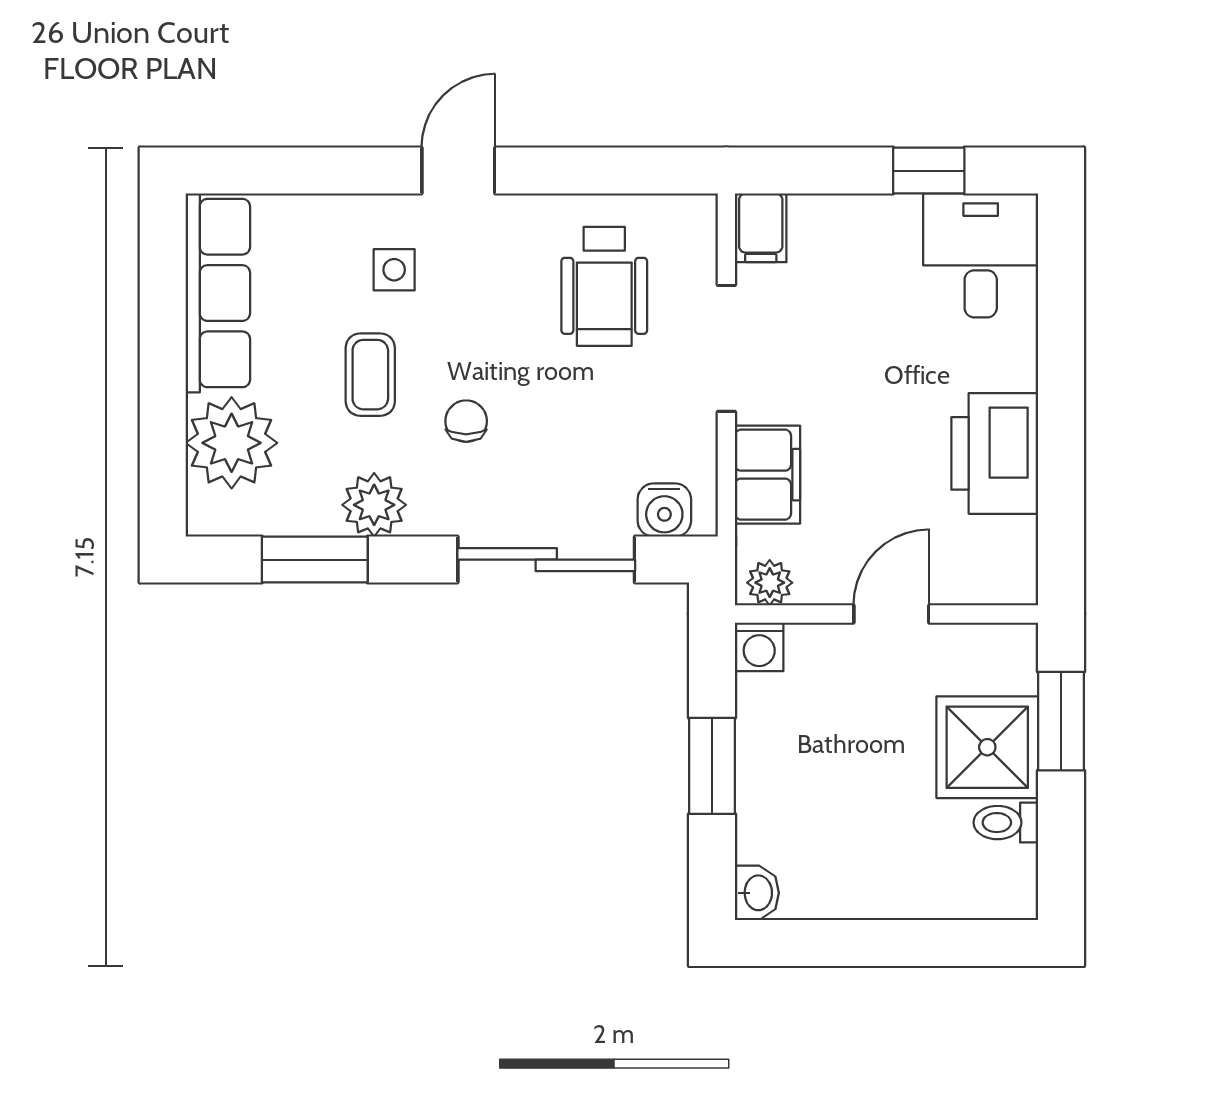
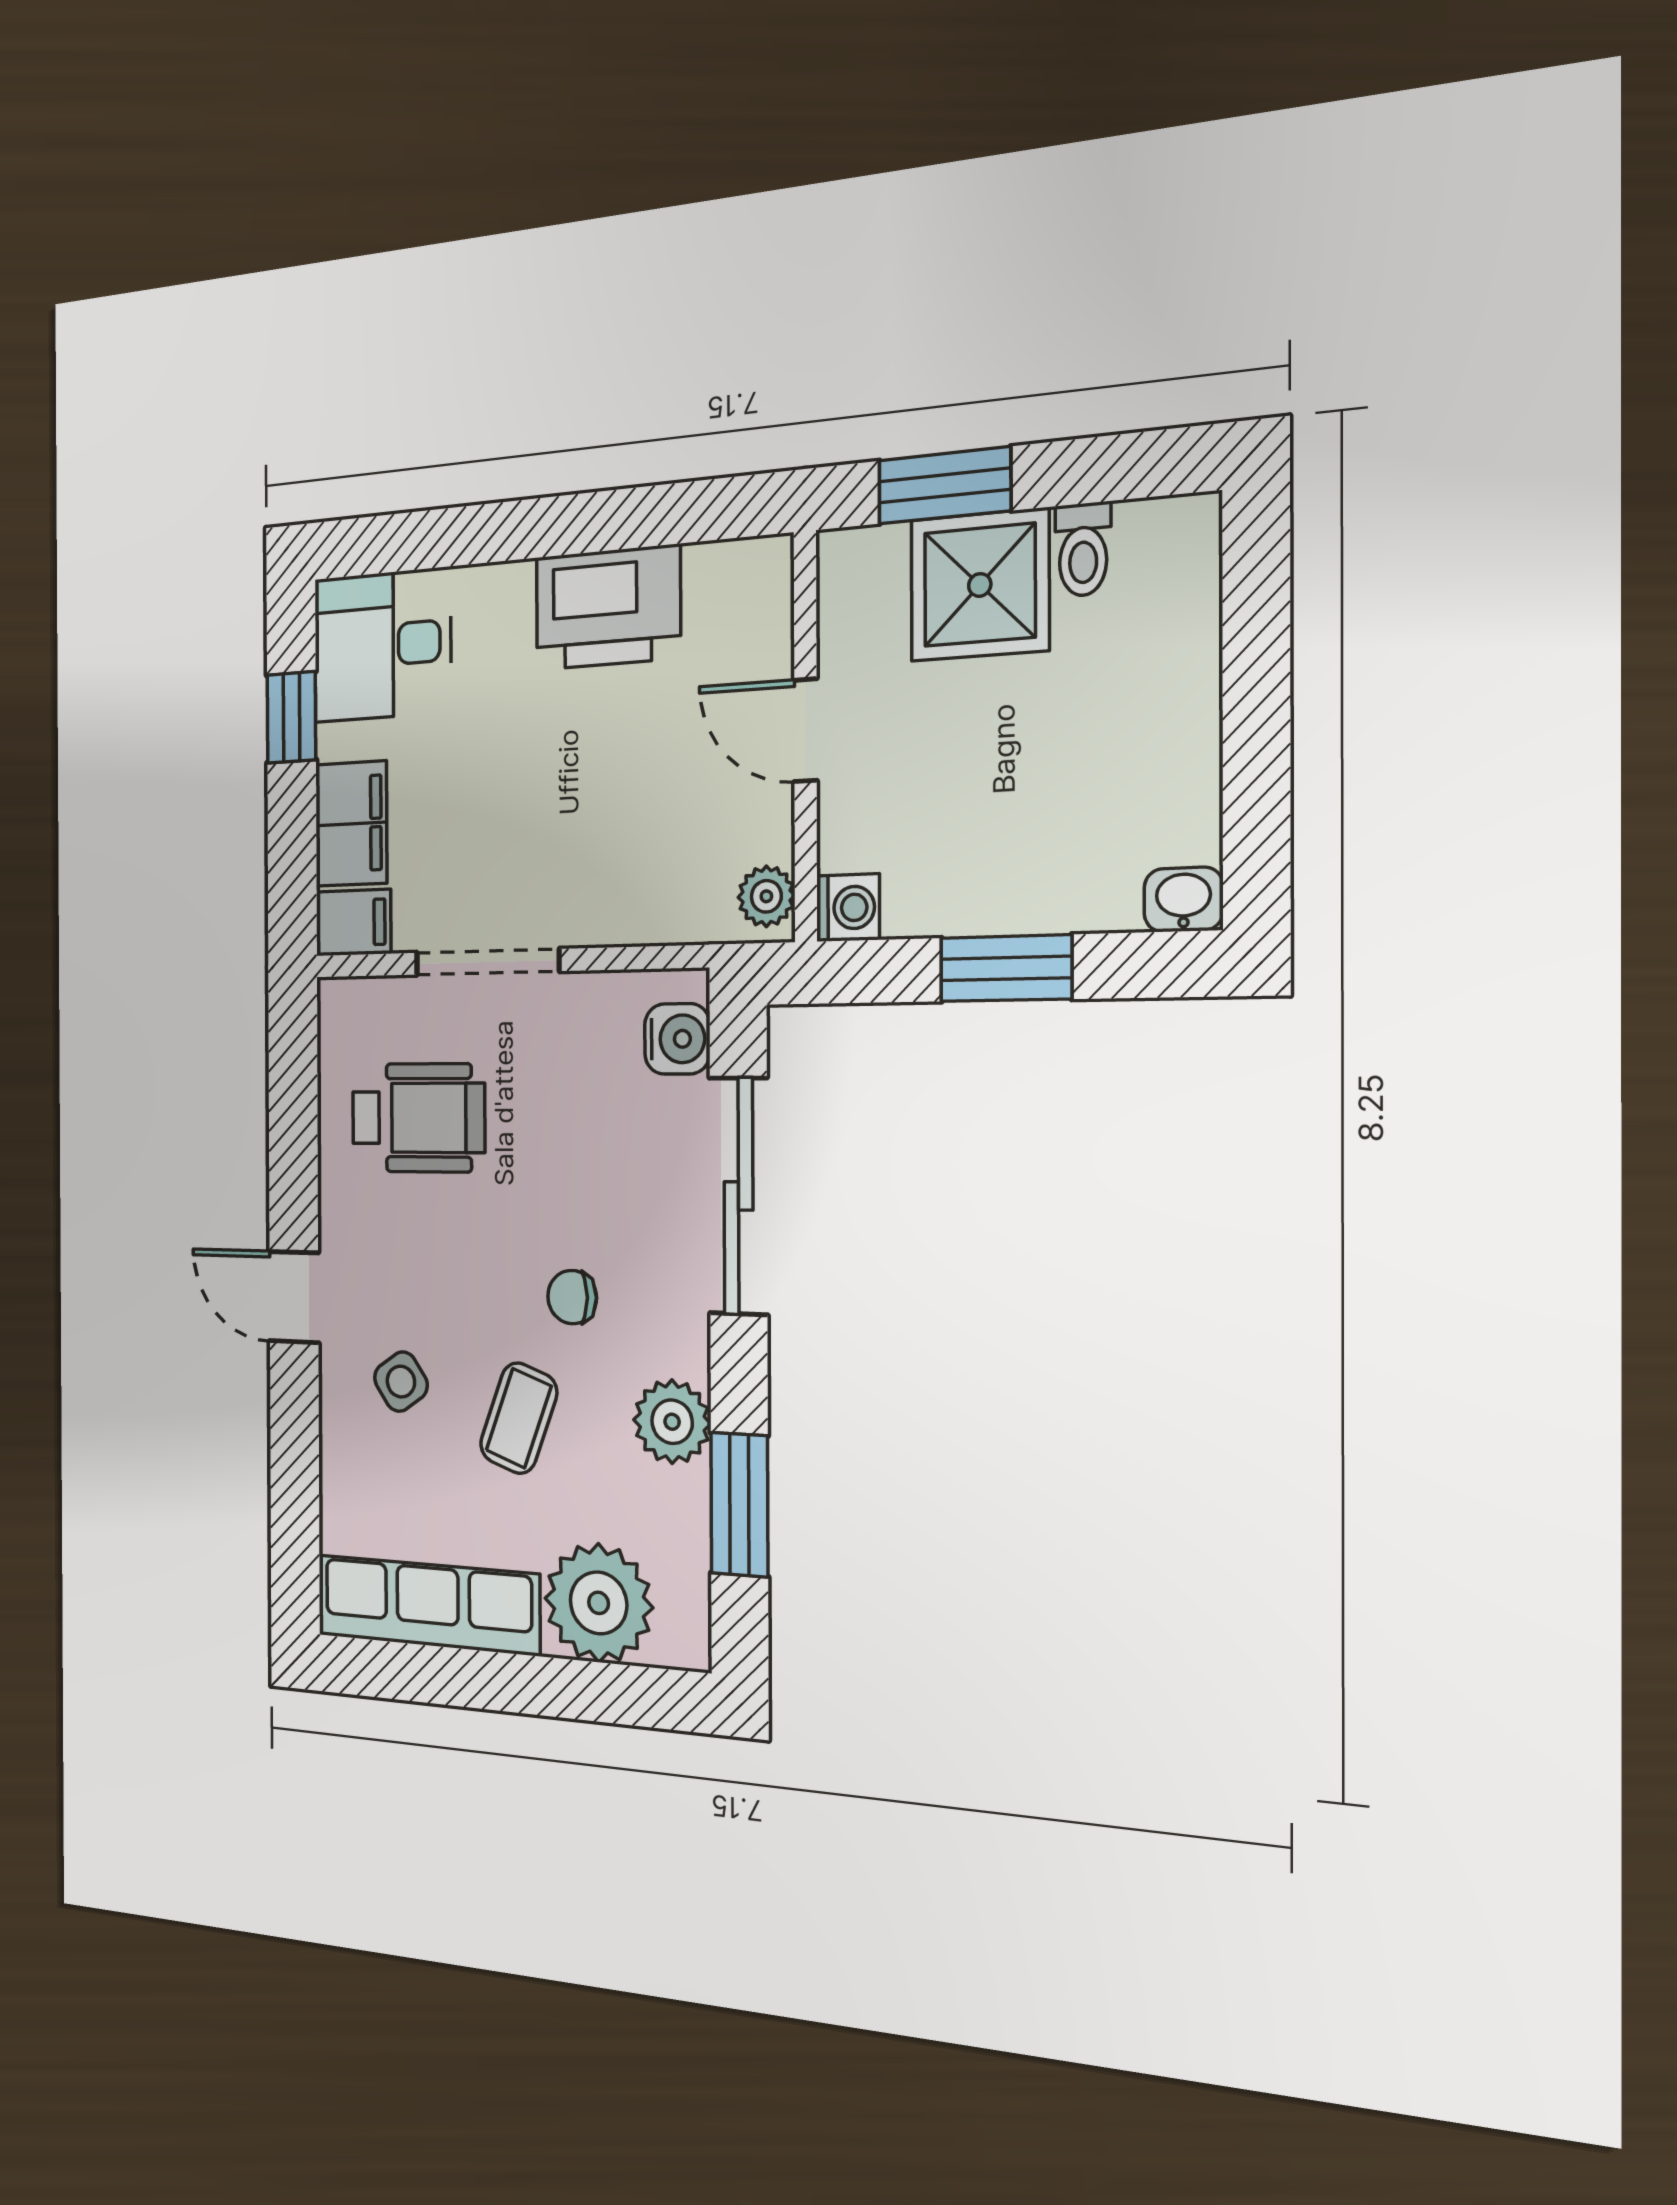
side table: (394, 270) -> (401, 1382), turned -35
coffee table: (370, 375) -> (519, 1418), turned -70
filing cabinet: (768, 475) -> (351, 824), moved, turned 90

